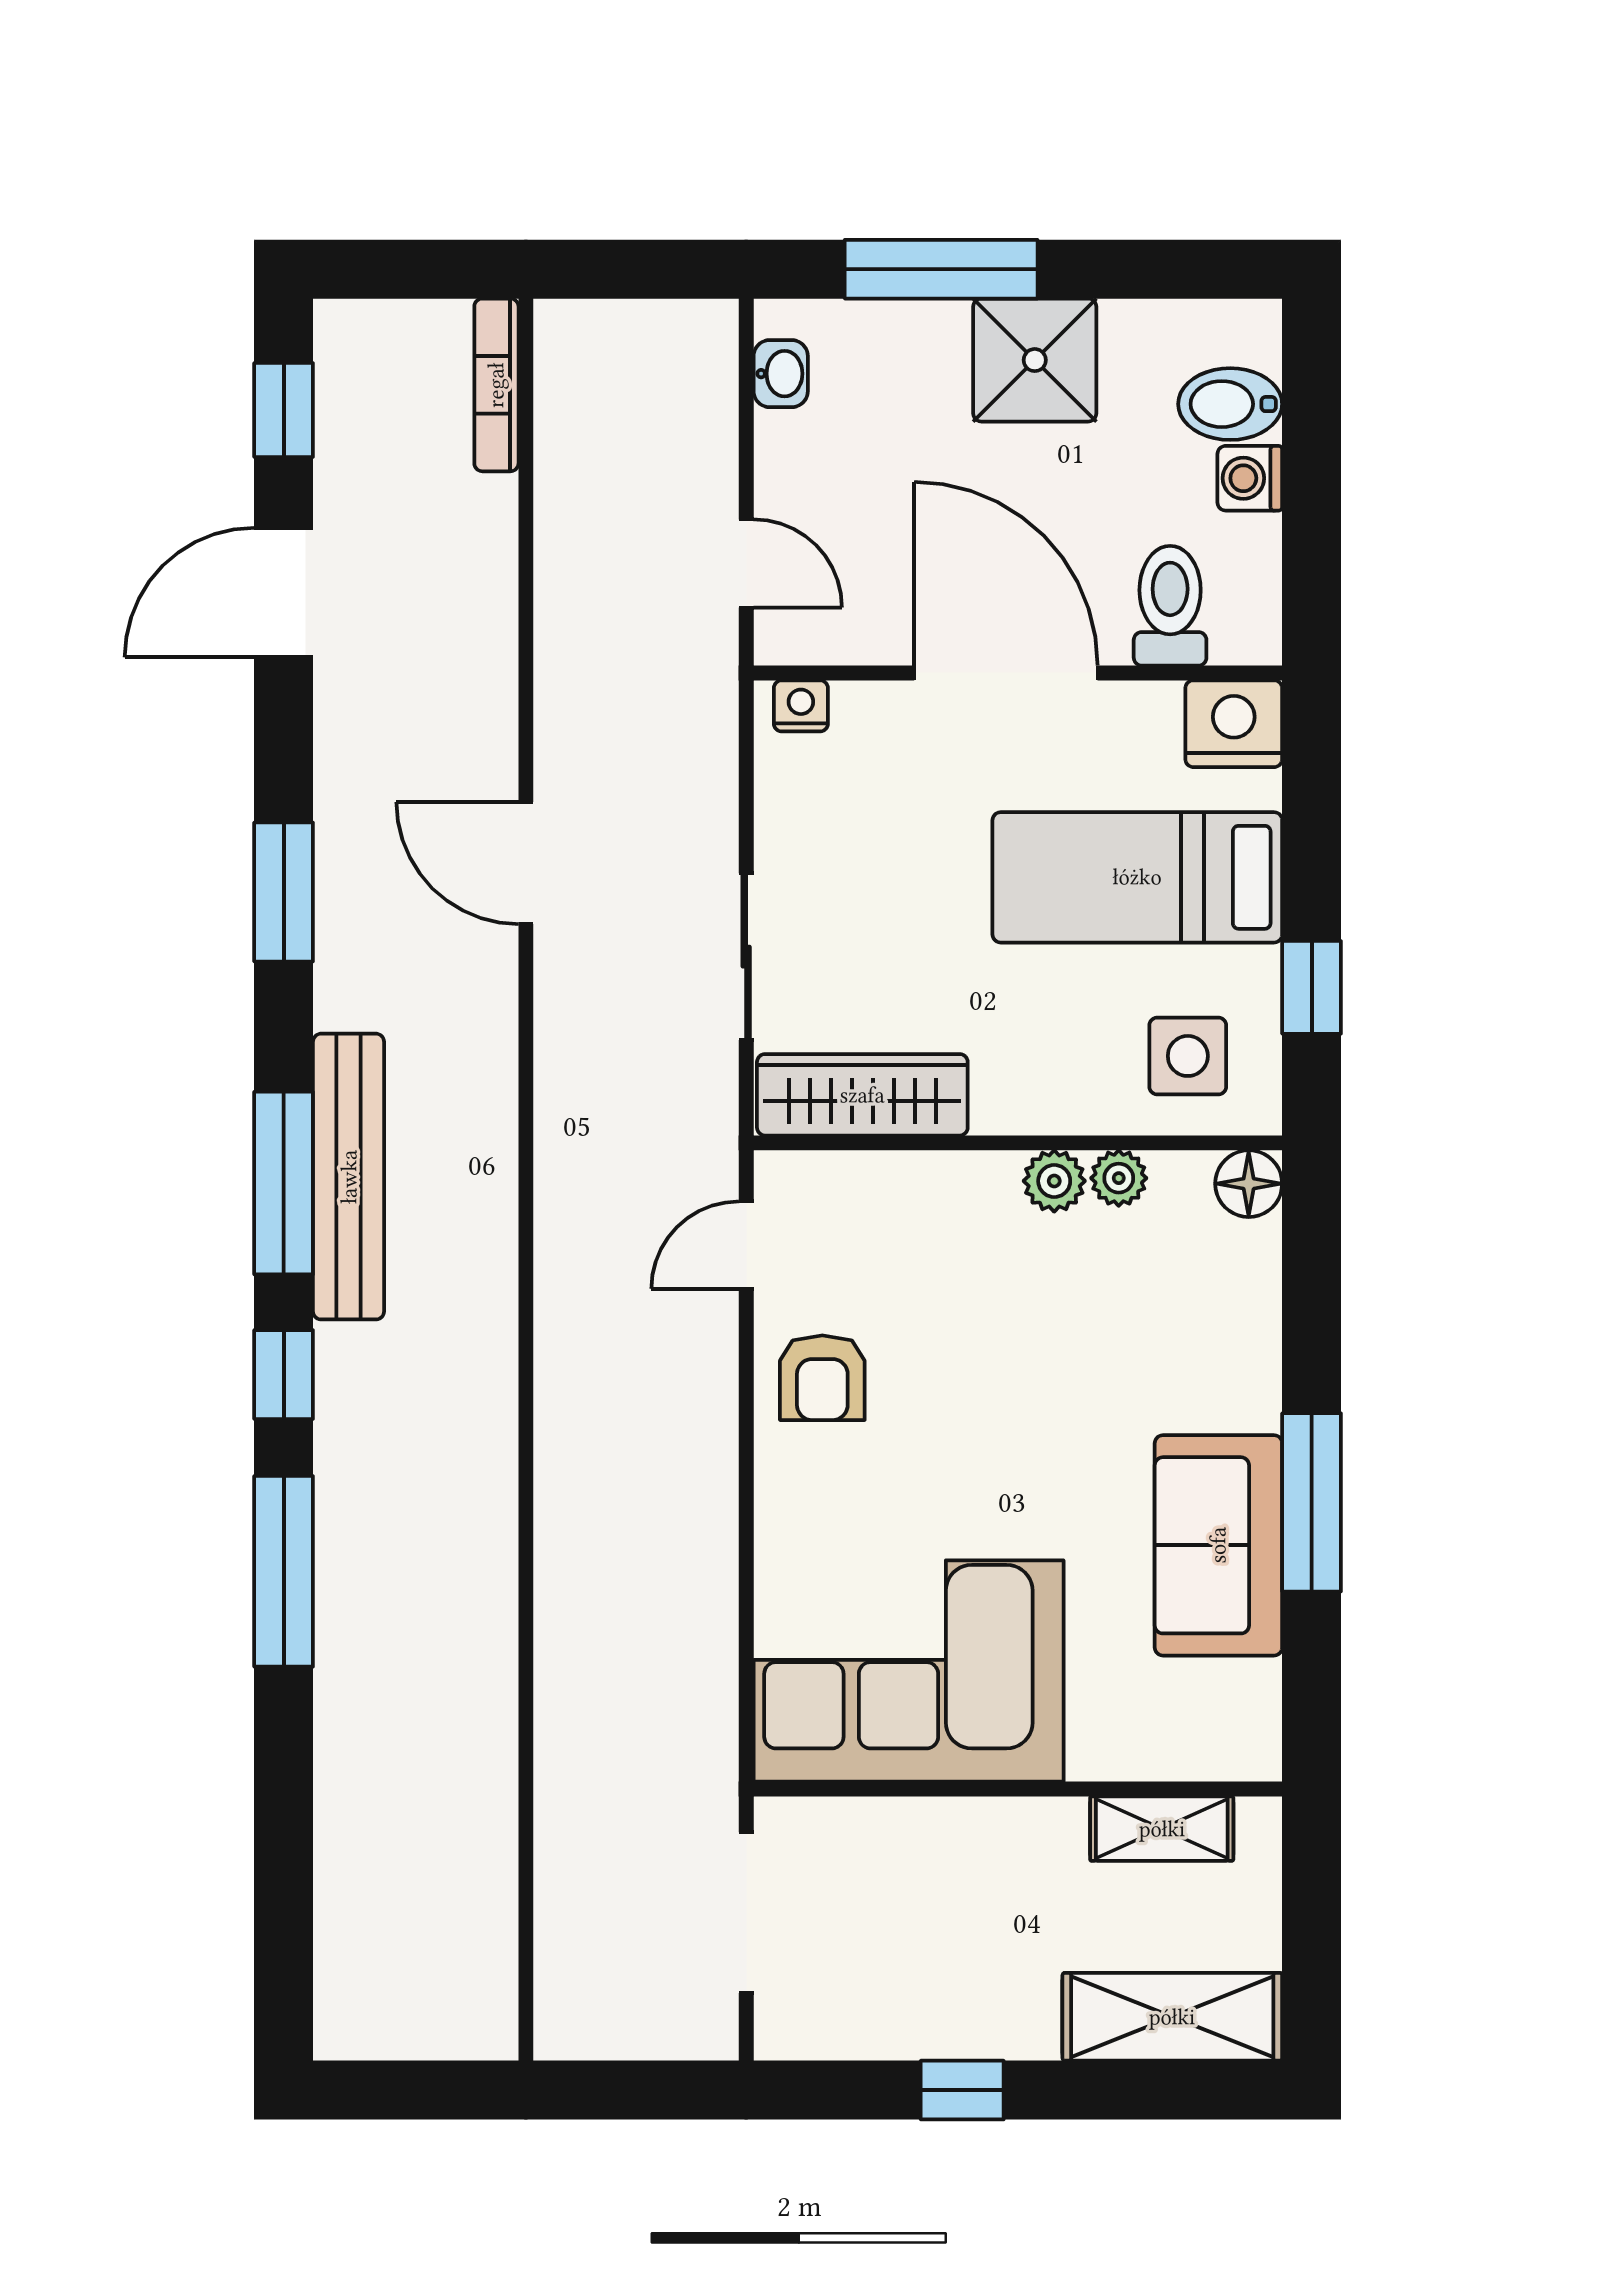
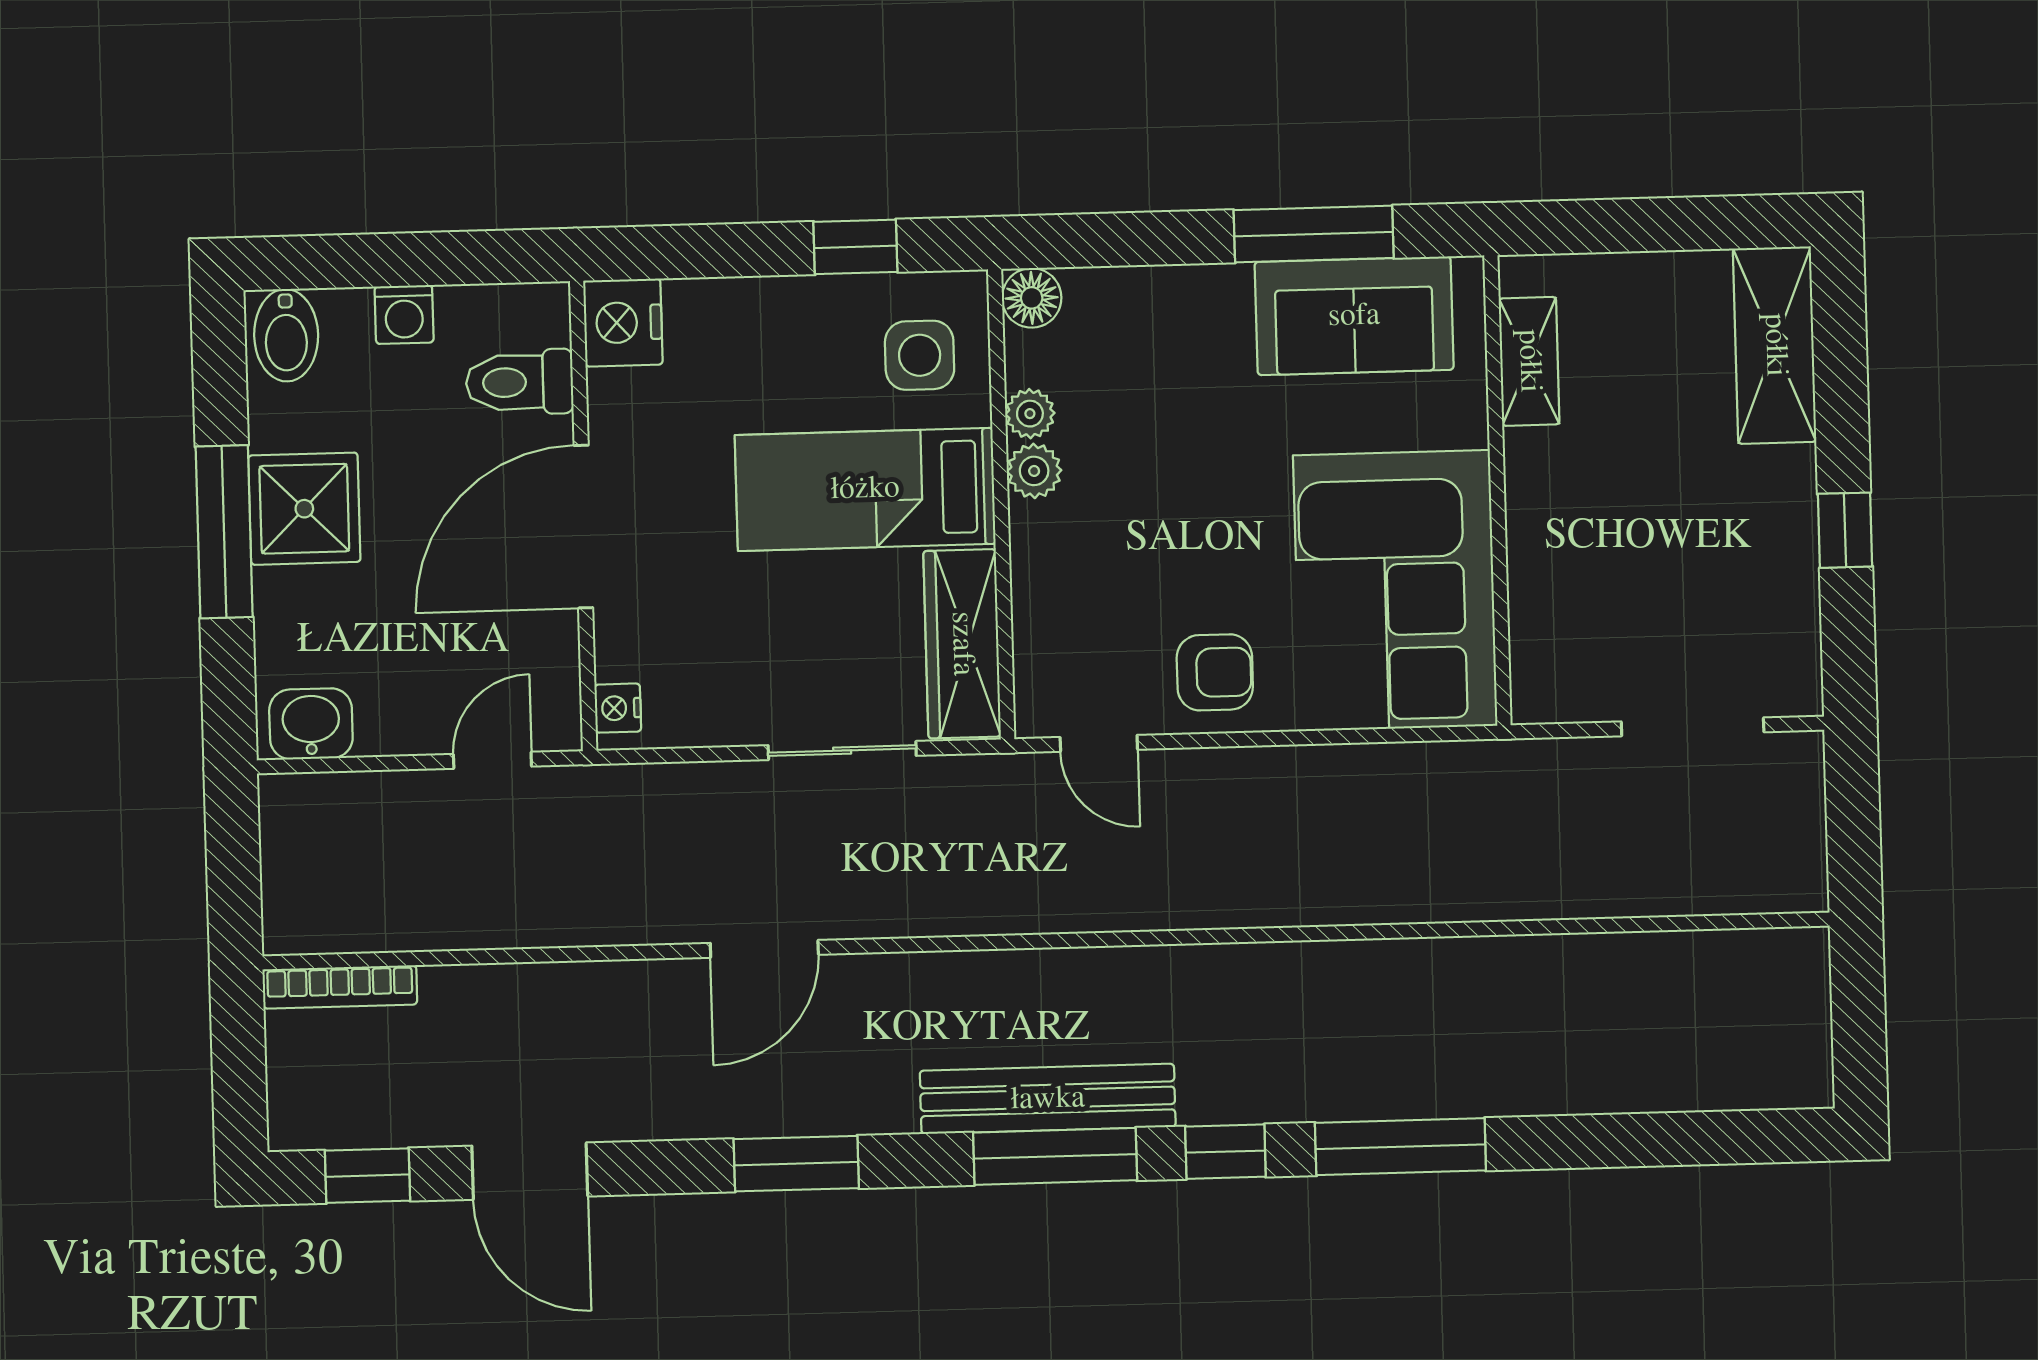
window: (941, 269) -> (224, 532), moved
washbasin: (781, 374) -> (311, 724), width x1.38, depth x1.45
bidet: (1230, 404) -> (286, 335), moved
bed: (1137, 877) -> (865, 489), moved, turned 90
corner sofa: (909, 1671) -> (1395, 591), moved
wall: (1018, 1789) -> (1497, 490), moved
shelving: (1162, 1829) -> (1529, 361), moved

